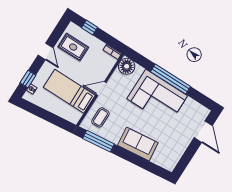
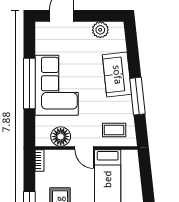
floor lamp: (127, 66) -> (61, 137), moved
window: (99, 141) -> (137, 96), moved
plant: (176, 152) -> (100, 30), added

